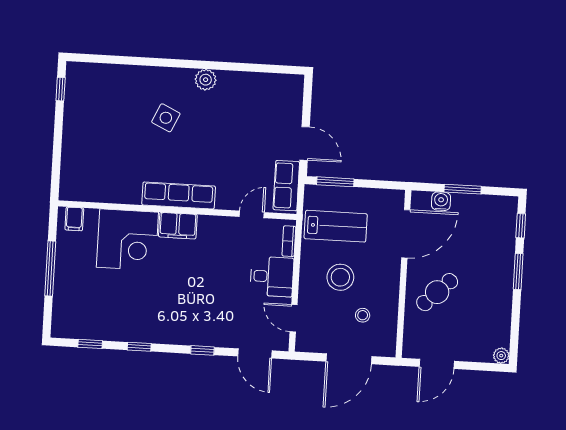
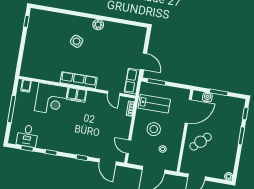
door: (252, 214) -> (114, 93), swing flipped
desk: (272, 277) -> (27, 136), moved, turned 90

